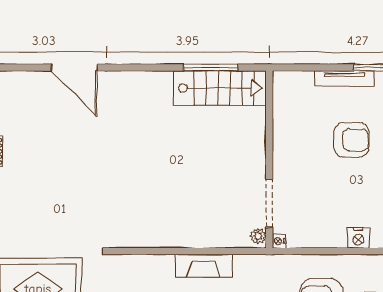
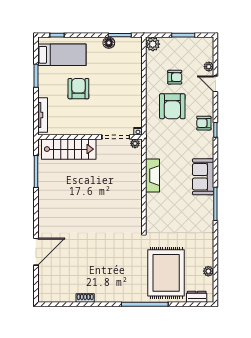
tv unit: (344, 79) -> (43, 115), moved
stairs: (220, 88) -> (69, 149), moved, turned 90
nightstand: (358, 238) -> (136, 85), removed

